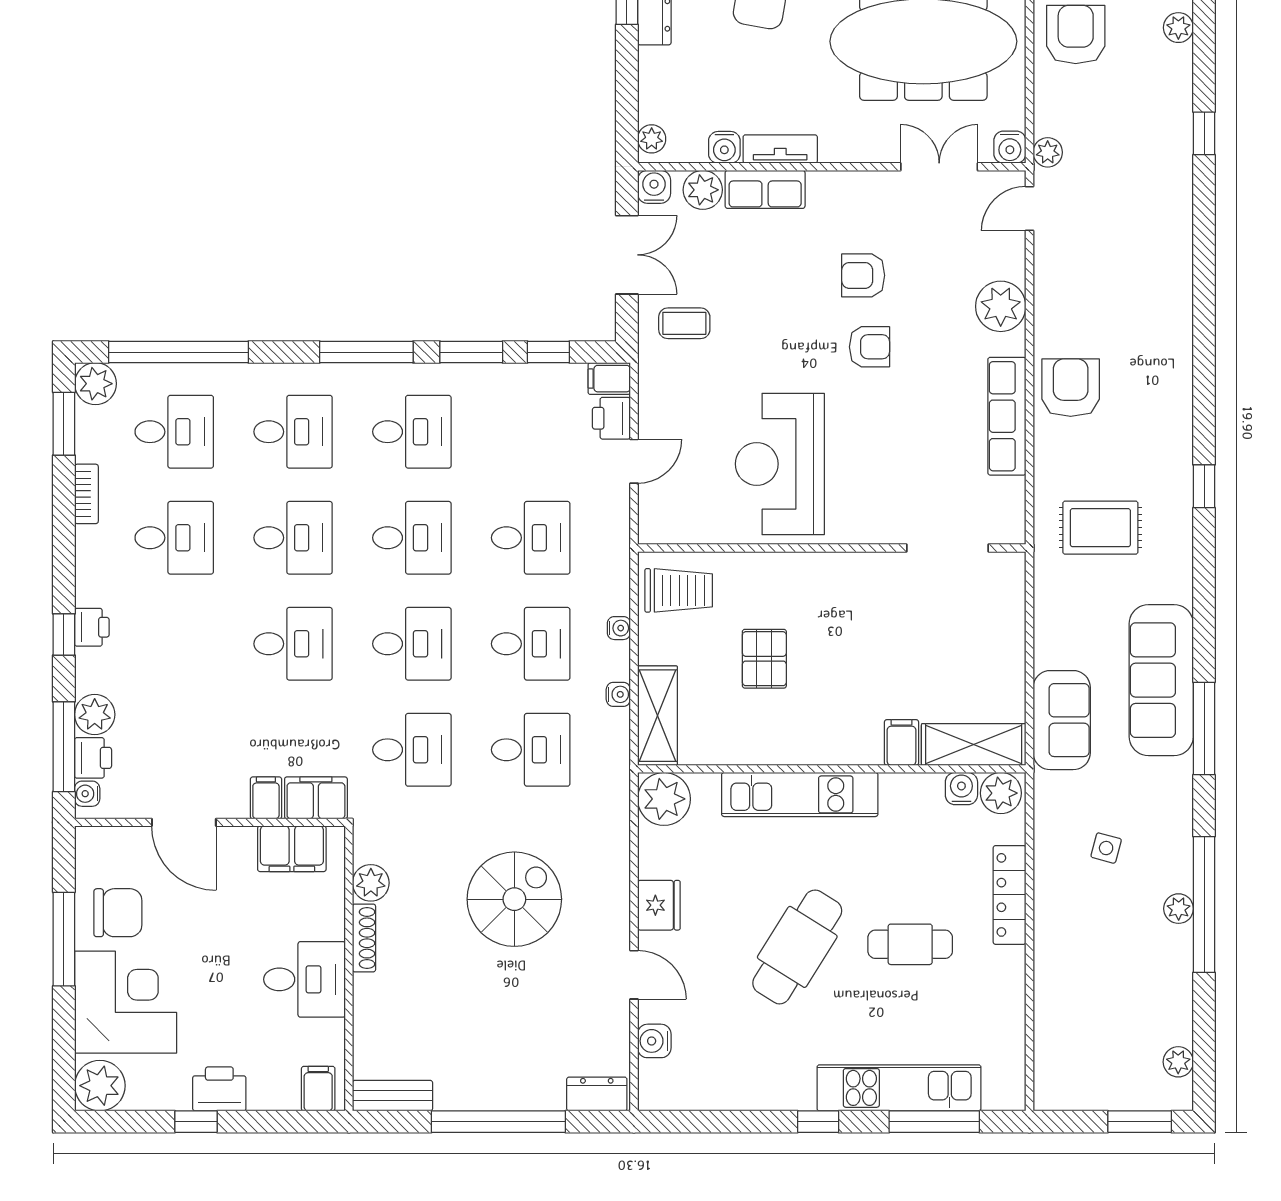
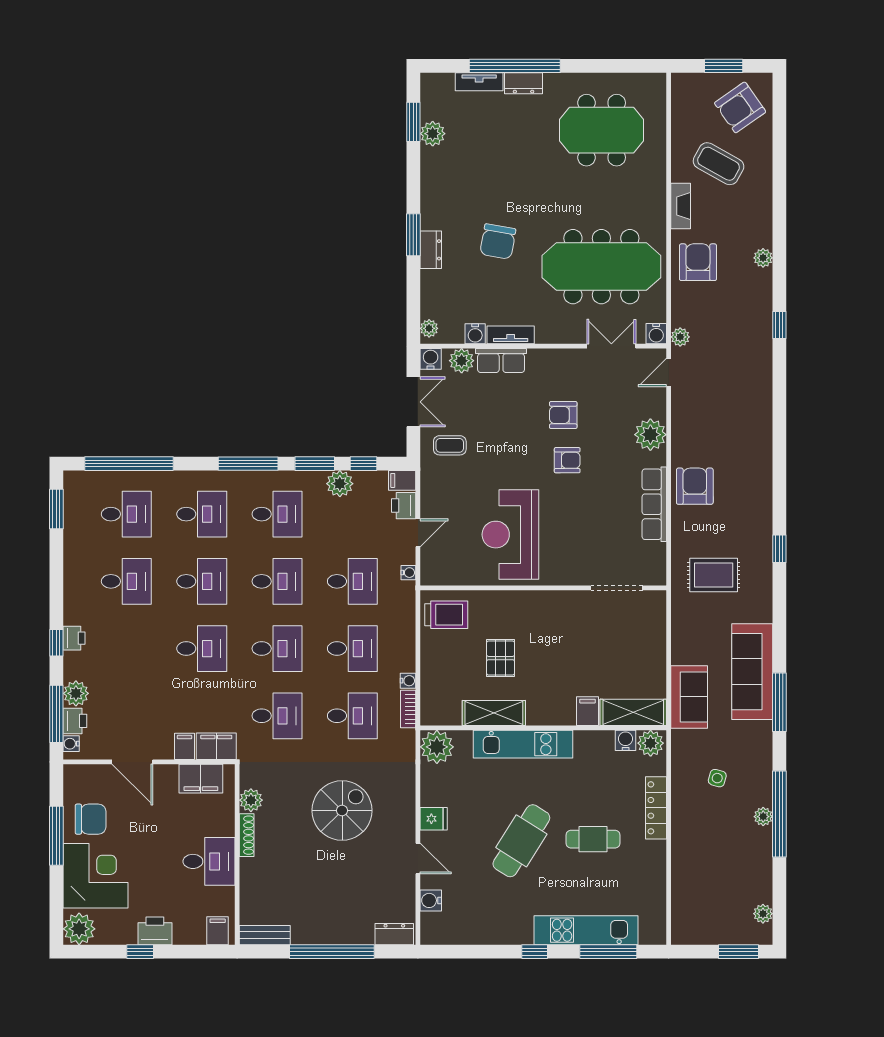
plant: (95, 384) -> (340, 484), moved
bookcase: (86, 494) -> (408, 709), moved, turned 180
water cooler: (619, 628) -> (408, 573), moved
shelving: (657, 716) -> (494, 713), moved, turned 90
fridge: (659, 905) -> (434, 819), width x0.72

